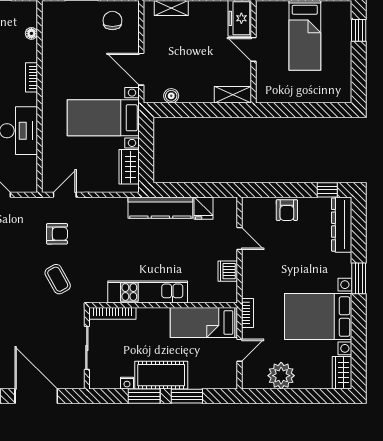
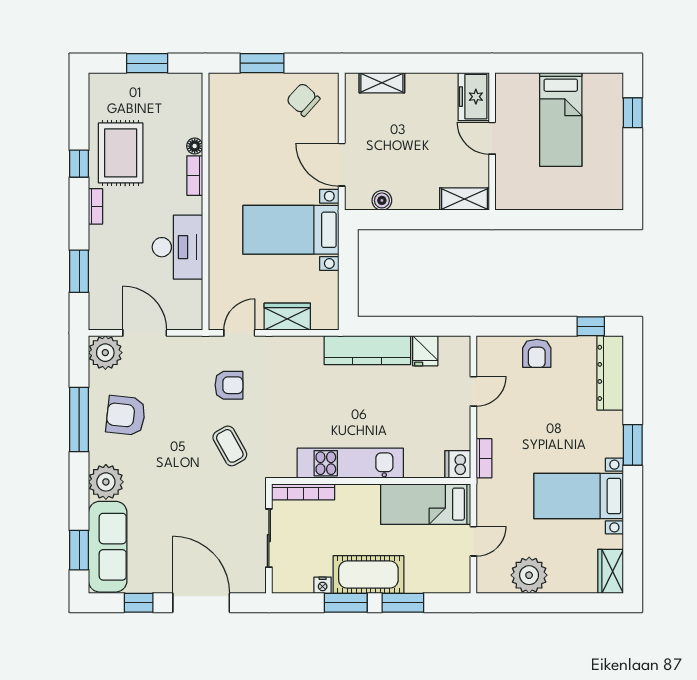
chair: (112, 21) -> (303, 100), turned -48
floor lamp: (31, 33) -> (195, 146), moved
wardrobe: (129, 167) -> (287, 317), moved, turned 90
door: (240, 238) -> (473, 391), hinge flipped
dishwasher: (228, 271) -> (458, 464), moved
bookcase: (247, 313) -> (484, 458), moved
bed with nightstands: (318, 317) -> (579, 496), width x0.73

